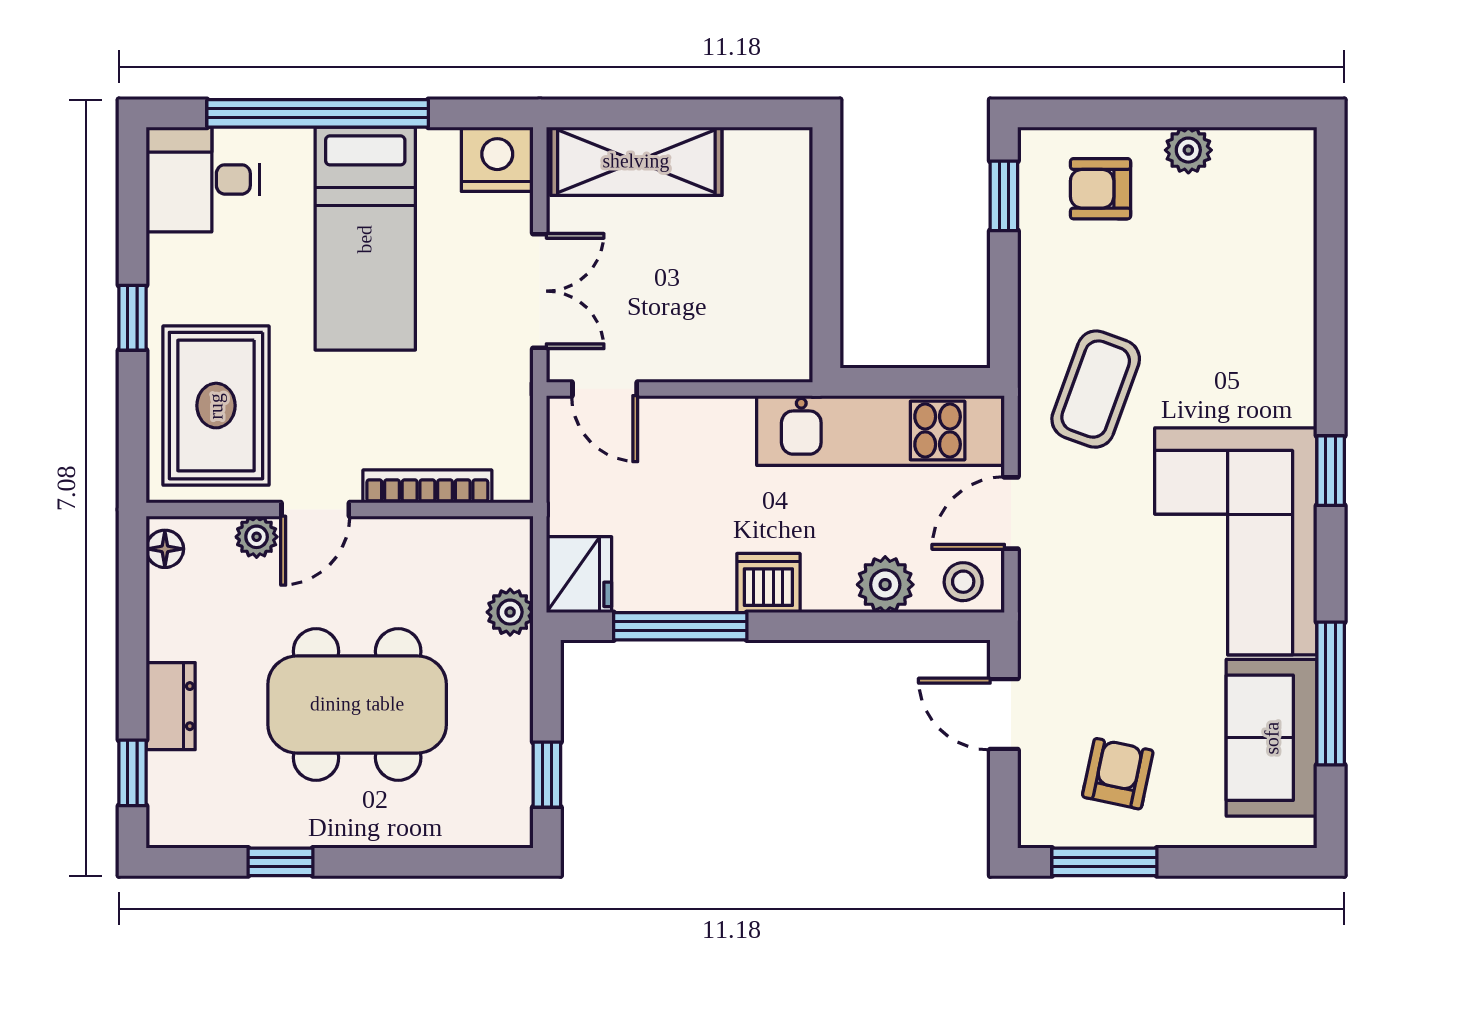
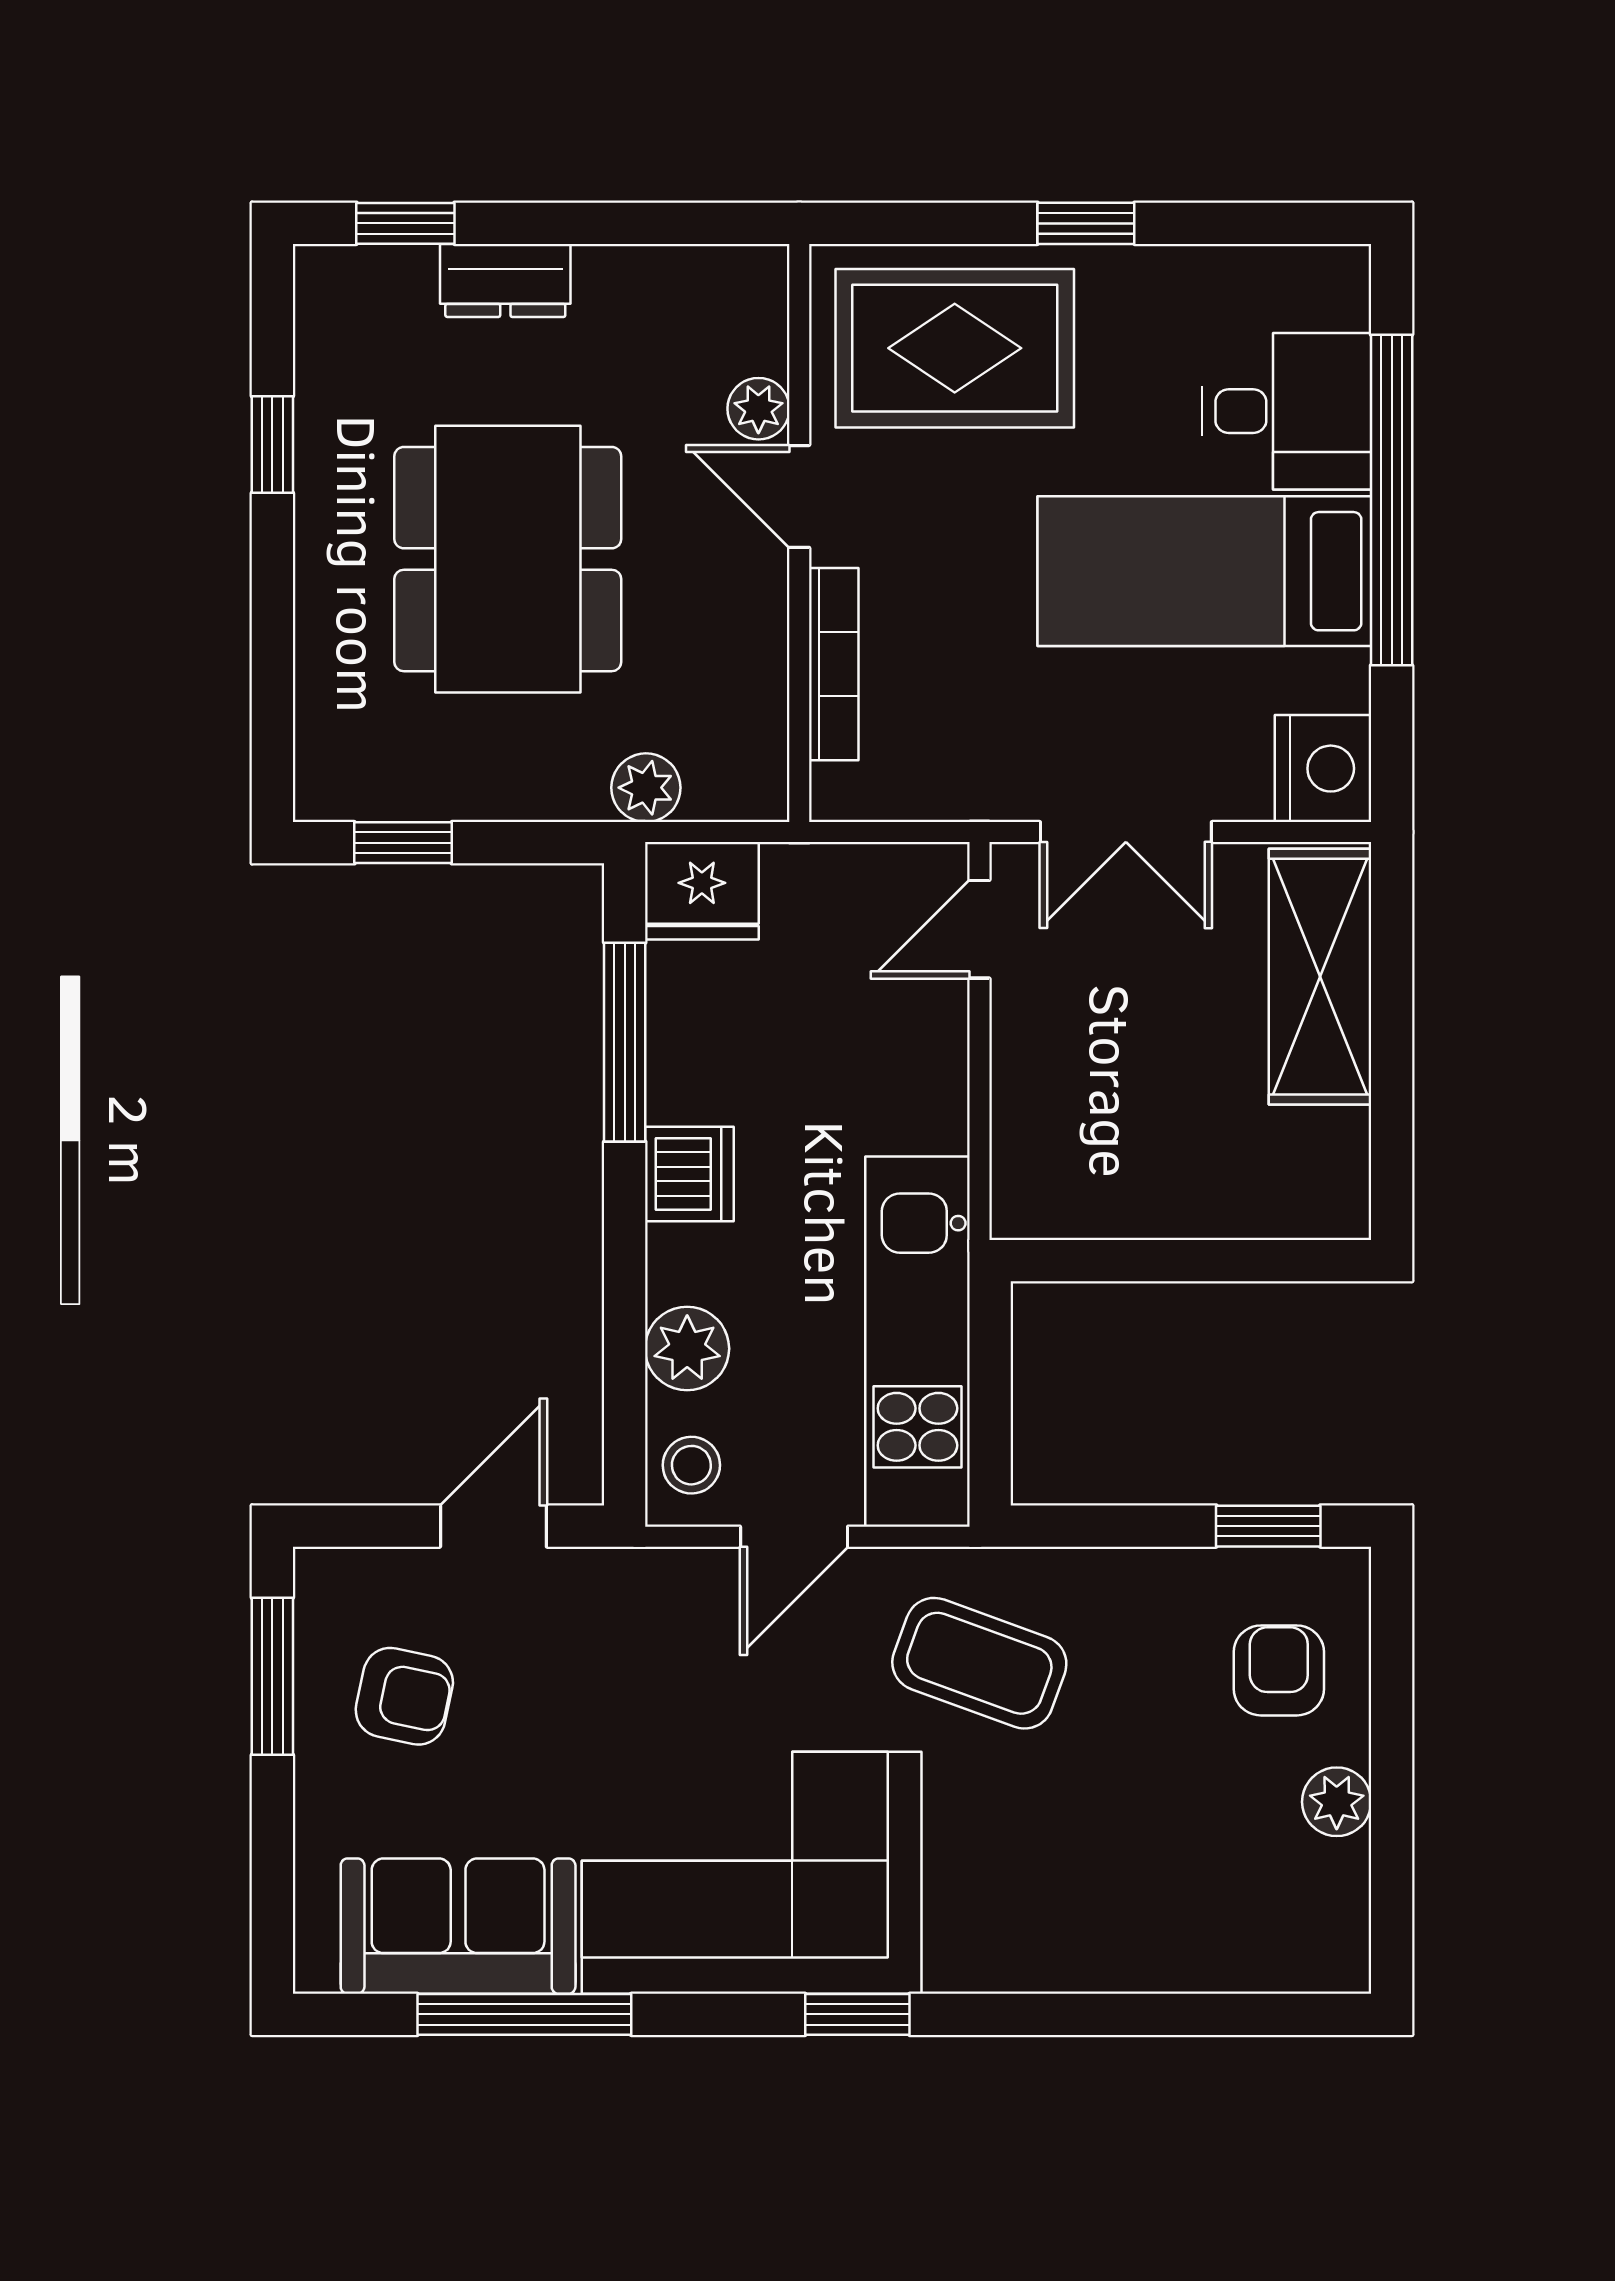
desk: (203, 179) -> (1287, 411), moved, turned 90
door: (1011, 513) -> (794, 1537), swing flipped
floor lamp: (165, 549) -> (740, 272), removed

